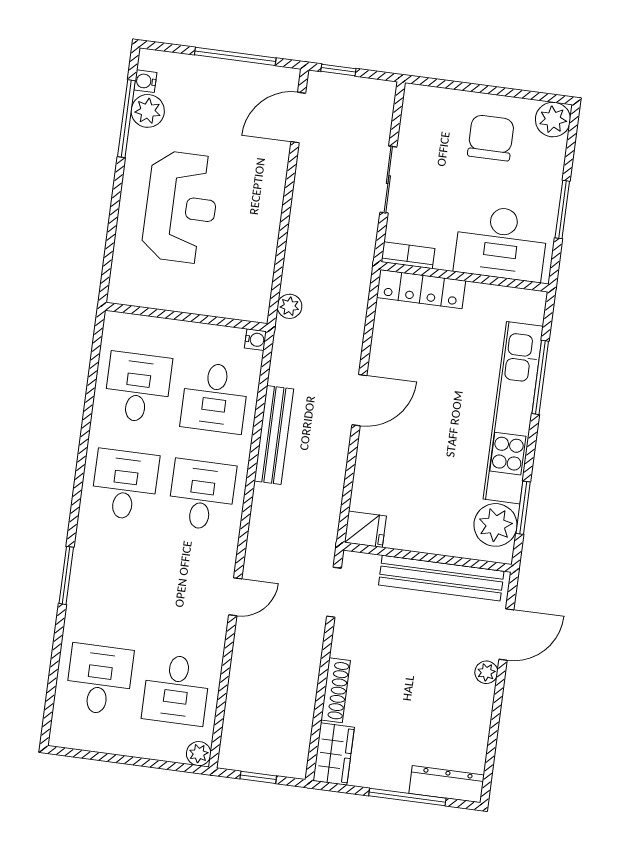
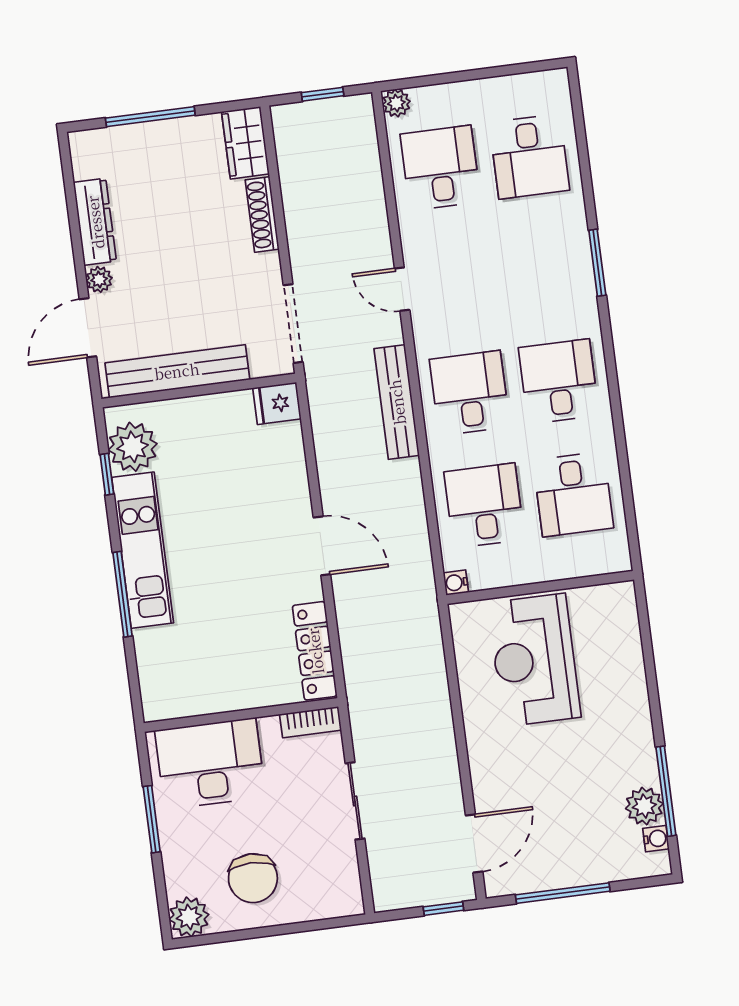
reception desk: (181, 207) -> (534, 660), moved
locker: (421, 289) -> (315, 651), moved, turned -90
plant: (289, 306) -> (428, 630), removed
window: (540, 377) -> (122, 594), moved
door: (359, 400) -> (322, 546), swing flipped
kitchen unit: (513, 413) -> (143, 550), width x0.73
bench: (274, 435) -> (397, 402), moved
desk: (125, 485) -> (559, 381), turned 180
desk: (202, 495) -> (470, 393), turned 180
window: (523, 508) -> (107, 474), width x0.67
doorway: (334, 592) -> (293, 324), width x1.38
door: (235, 597) -> (402, 289), hinge flipped
dresser: (447, 784) -> (95, 222), moved, turned -90

